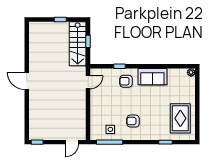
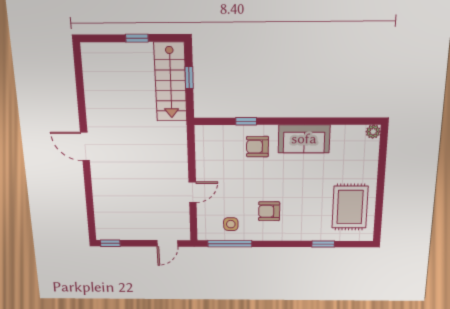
door: (88, 82) -> (193, 192), moved

